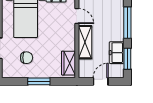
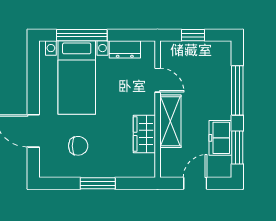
wardrobe: (68, 63) -> (144, 134), moved

